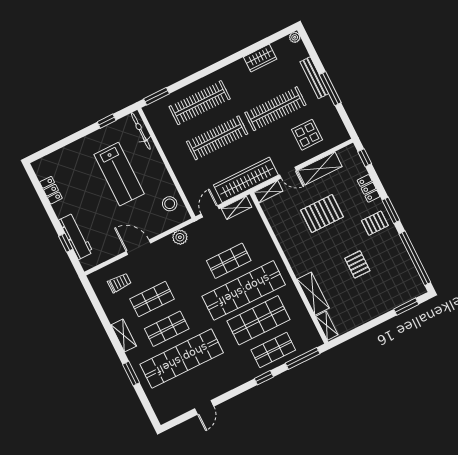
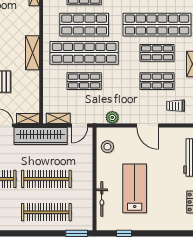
bicycle: (141, 131) -> (102, 199), moved
shelving: (313, 294) -> (32, 53), moved

